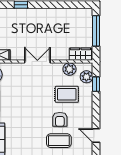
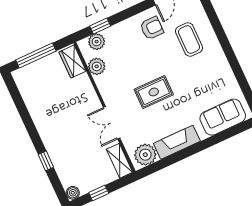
double door: (37, 62) -> (112, 123), moved
rug: (67, 94) -> (154, 92), moved, turned 90
armchair: (60, 119) -> (152, 28), moved

